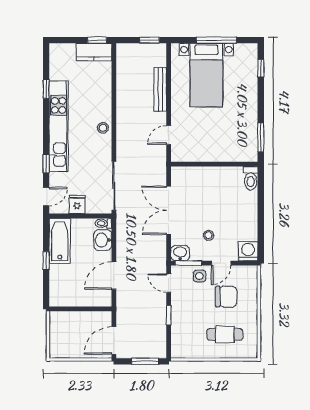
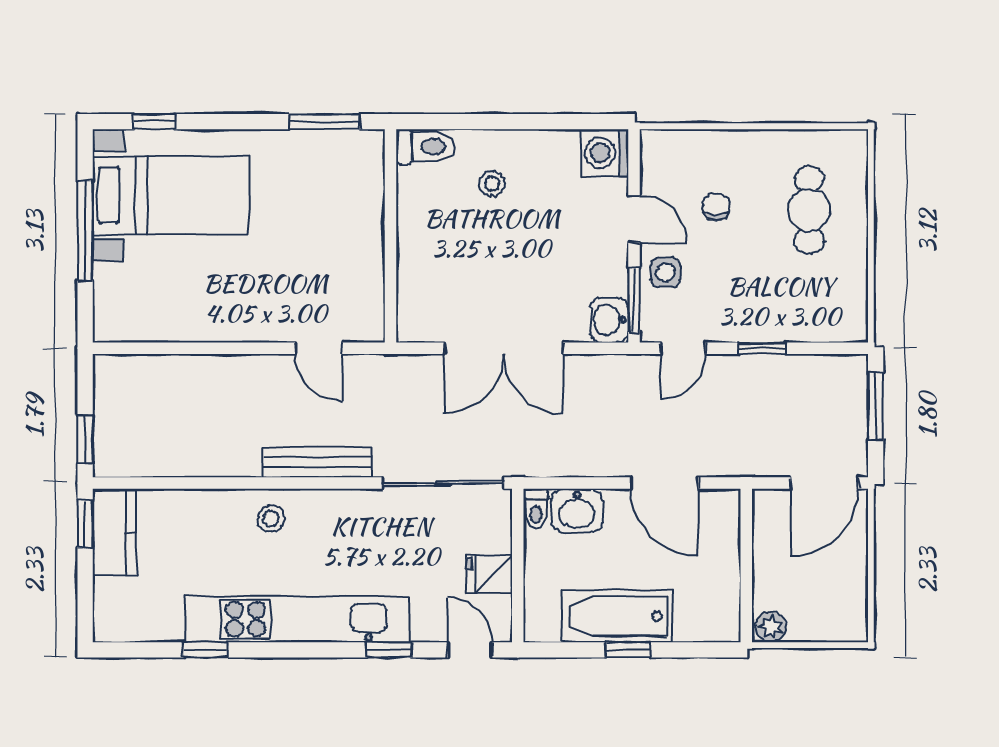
window: (149, 40) -> (85, 439), moved
bed with nightstands: (206, 75) -> (171, 195), moved
bench: (160, 89) -> (317, 462), moved
stool: (103, 128) -> (271, 518), moved
stool: (208, 235) -> (492, 184), moved
bathtub: (60, 241) -> (617, 616), moved
chair: (226, 297) -> (716, 207), width x0.54, depth x0.54
plant: (55, 319) -> (771, 627), added
door: (114, 341) -> (824, 483), hinge flipped

